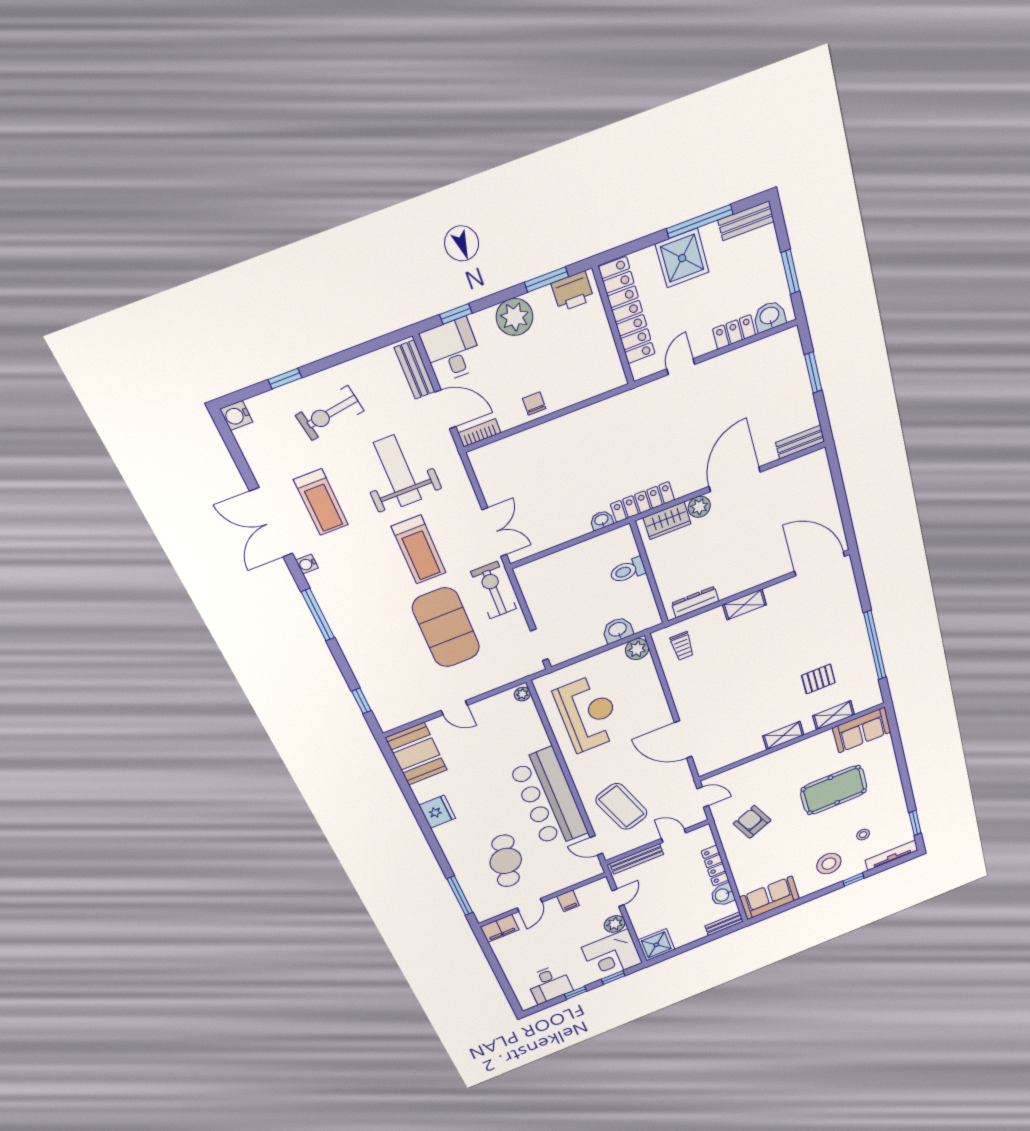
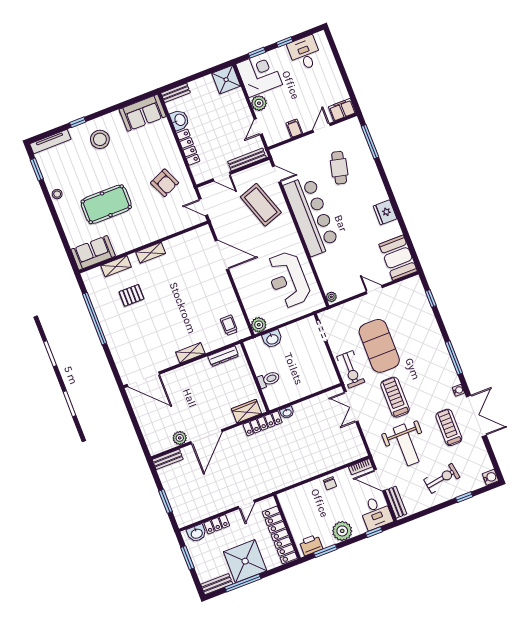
shower: (682, 258) -> (245, 561), width x1.37, depth x1.37
plant: (699, 507) -> (180, 438), moved
stool: (863, 835) -> (57, 194), moved
cafe table: (506, 861) -> (339, 168), width x0.73, depth x0.74

